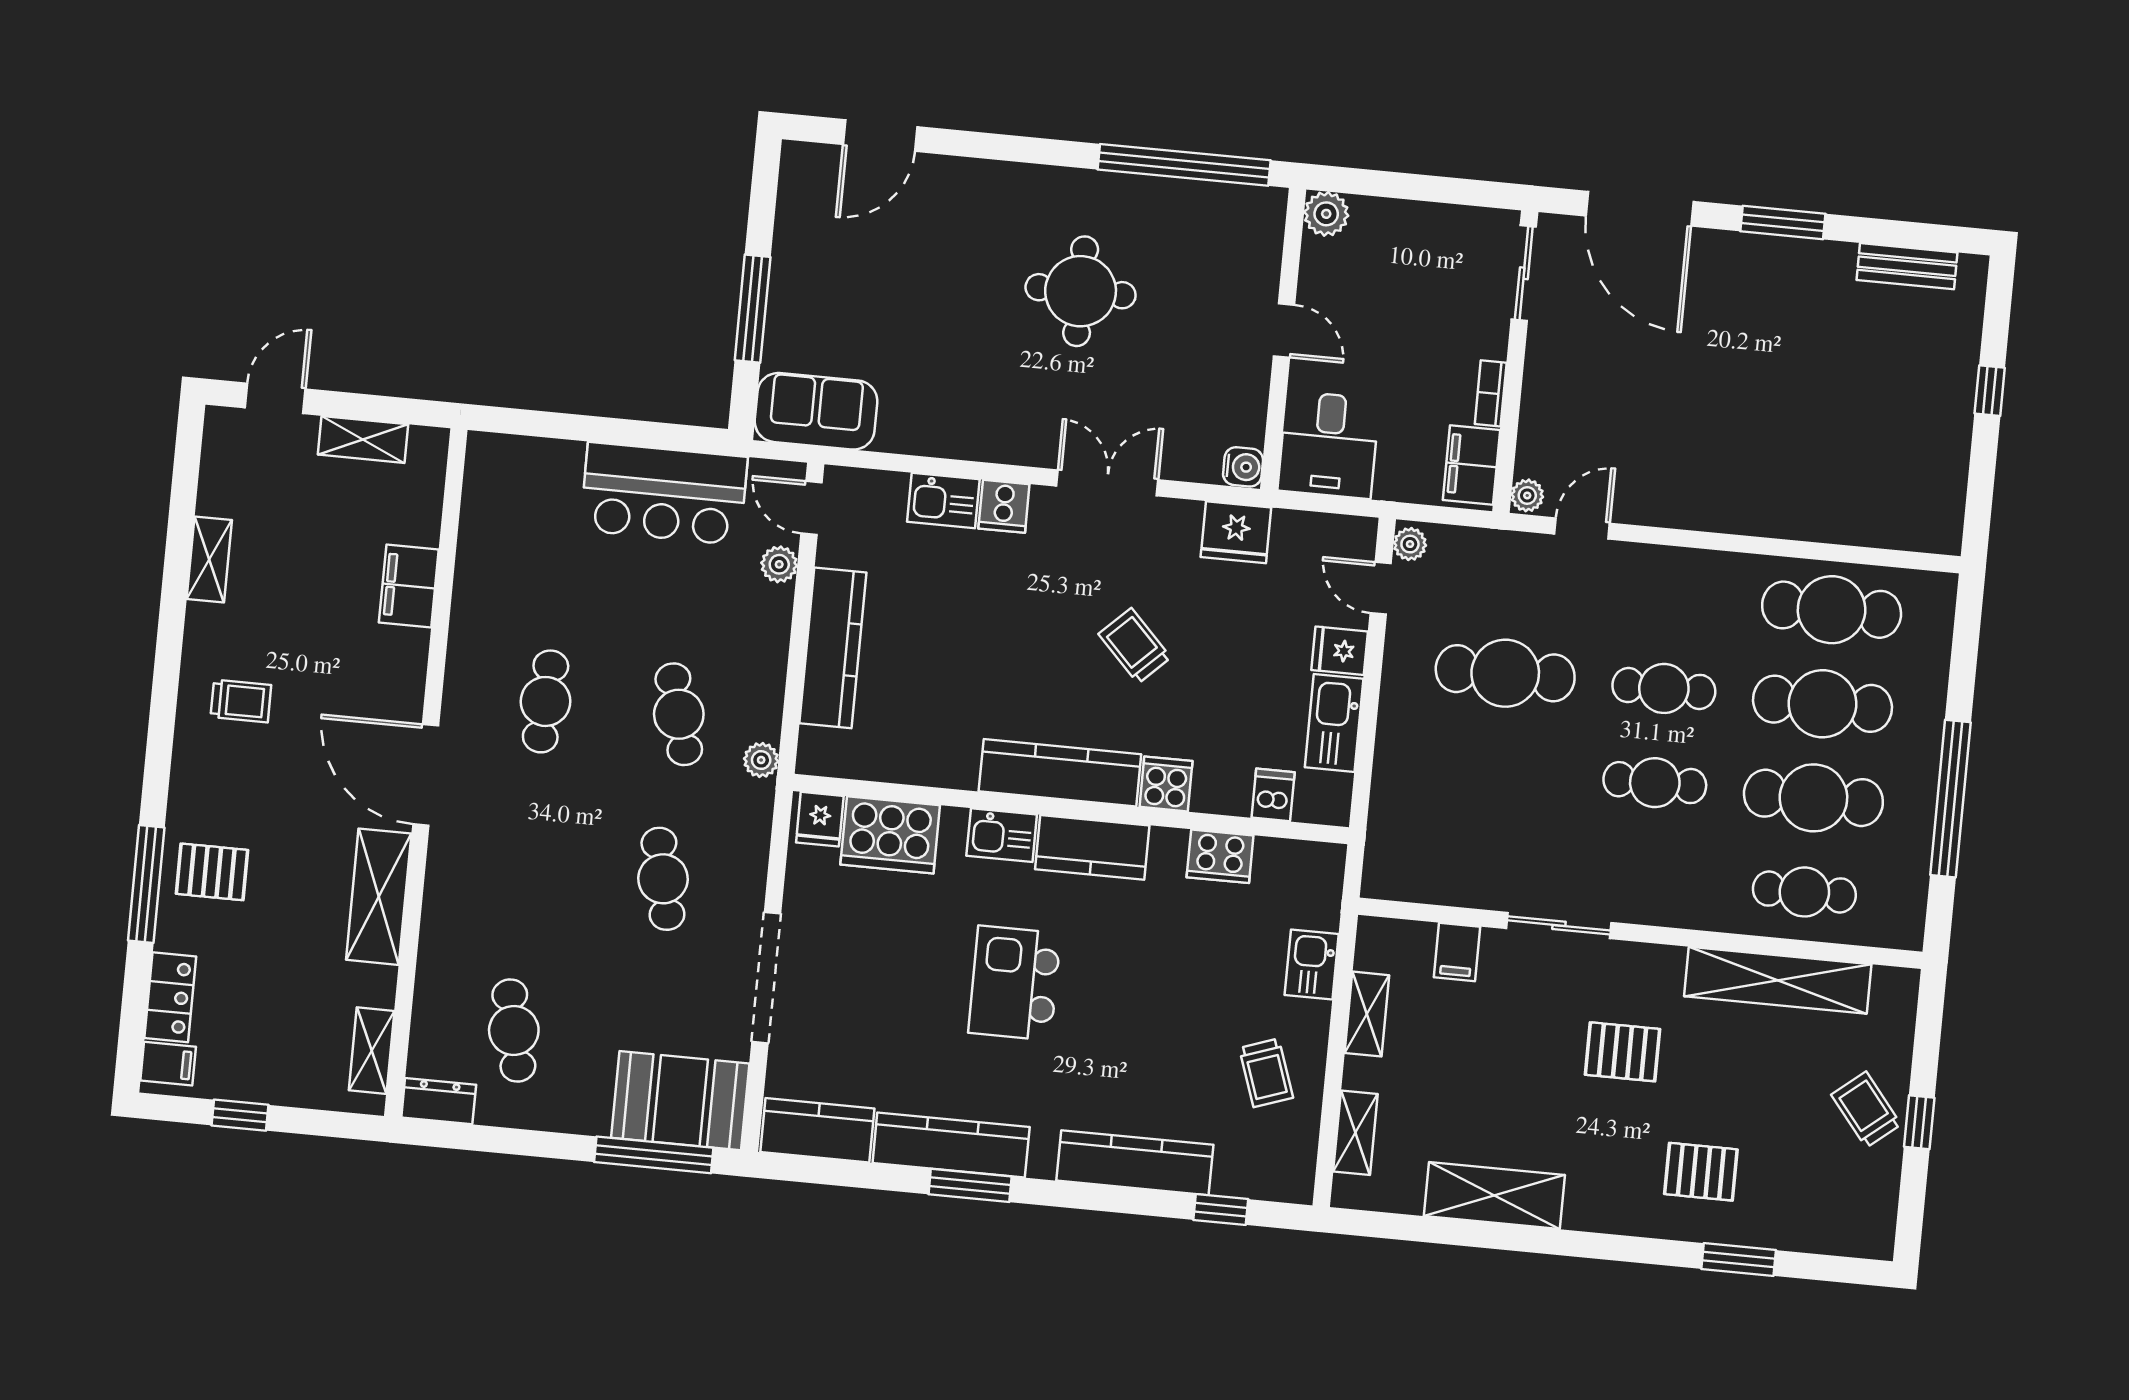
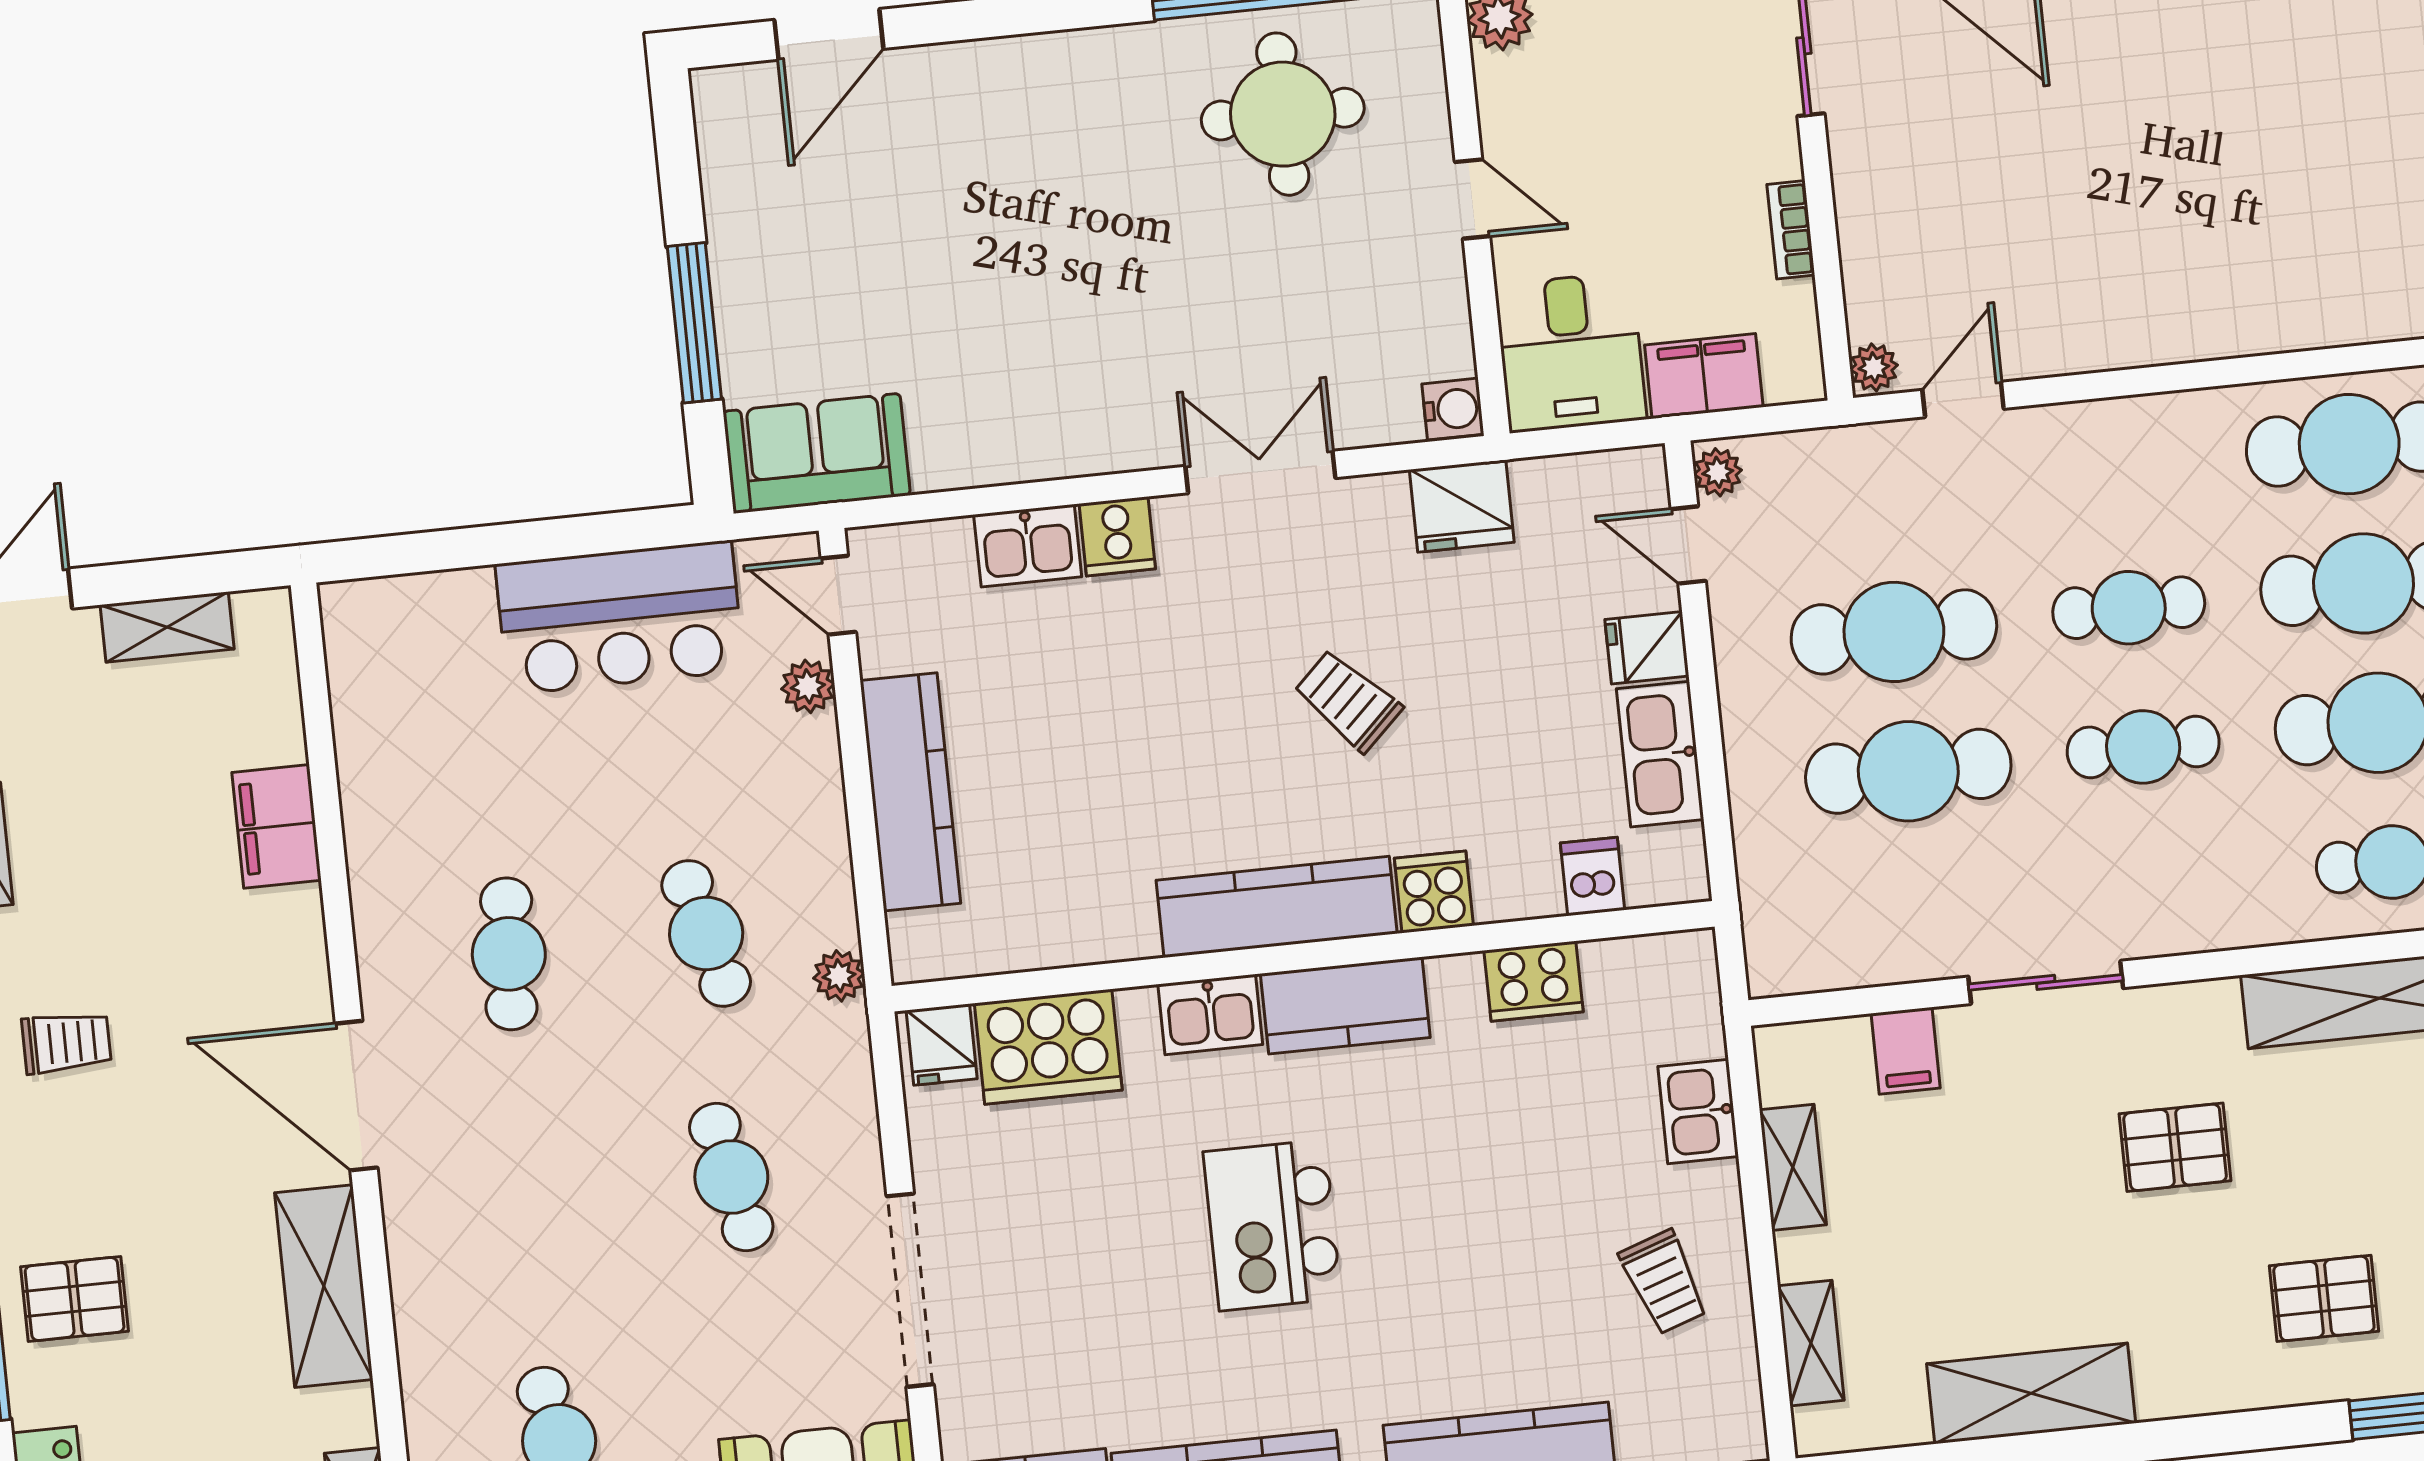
round table: (1081, 291) -> (1283, 114), moved
filing cabinet: (1471, 465) -> (1704, 376), moved, turned 90
cafe table: (1496, 767) -> (1908, 771), added

